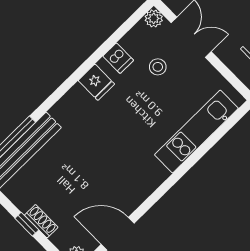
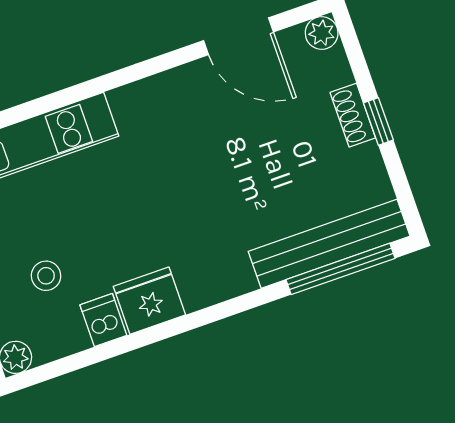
fridge: (96, 82) -> (149, 301), width x1.38

